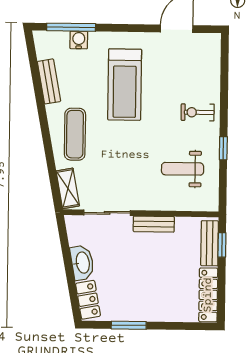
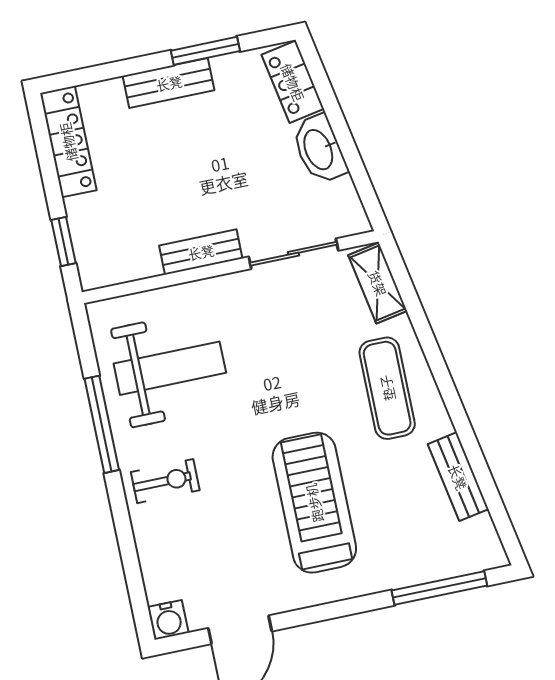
water cooler: (79, 40) -> (169, 620), moved
window: (223, 148) -> (102, 424), width x2.17
weight bench: (183, 169) -> (170, 368), width x1.36, depth x1.33
bench: (210, 243) -> (169, 83), moved, turned 90

